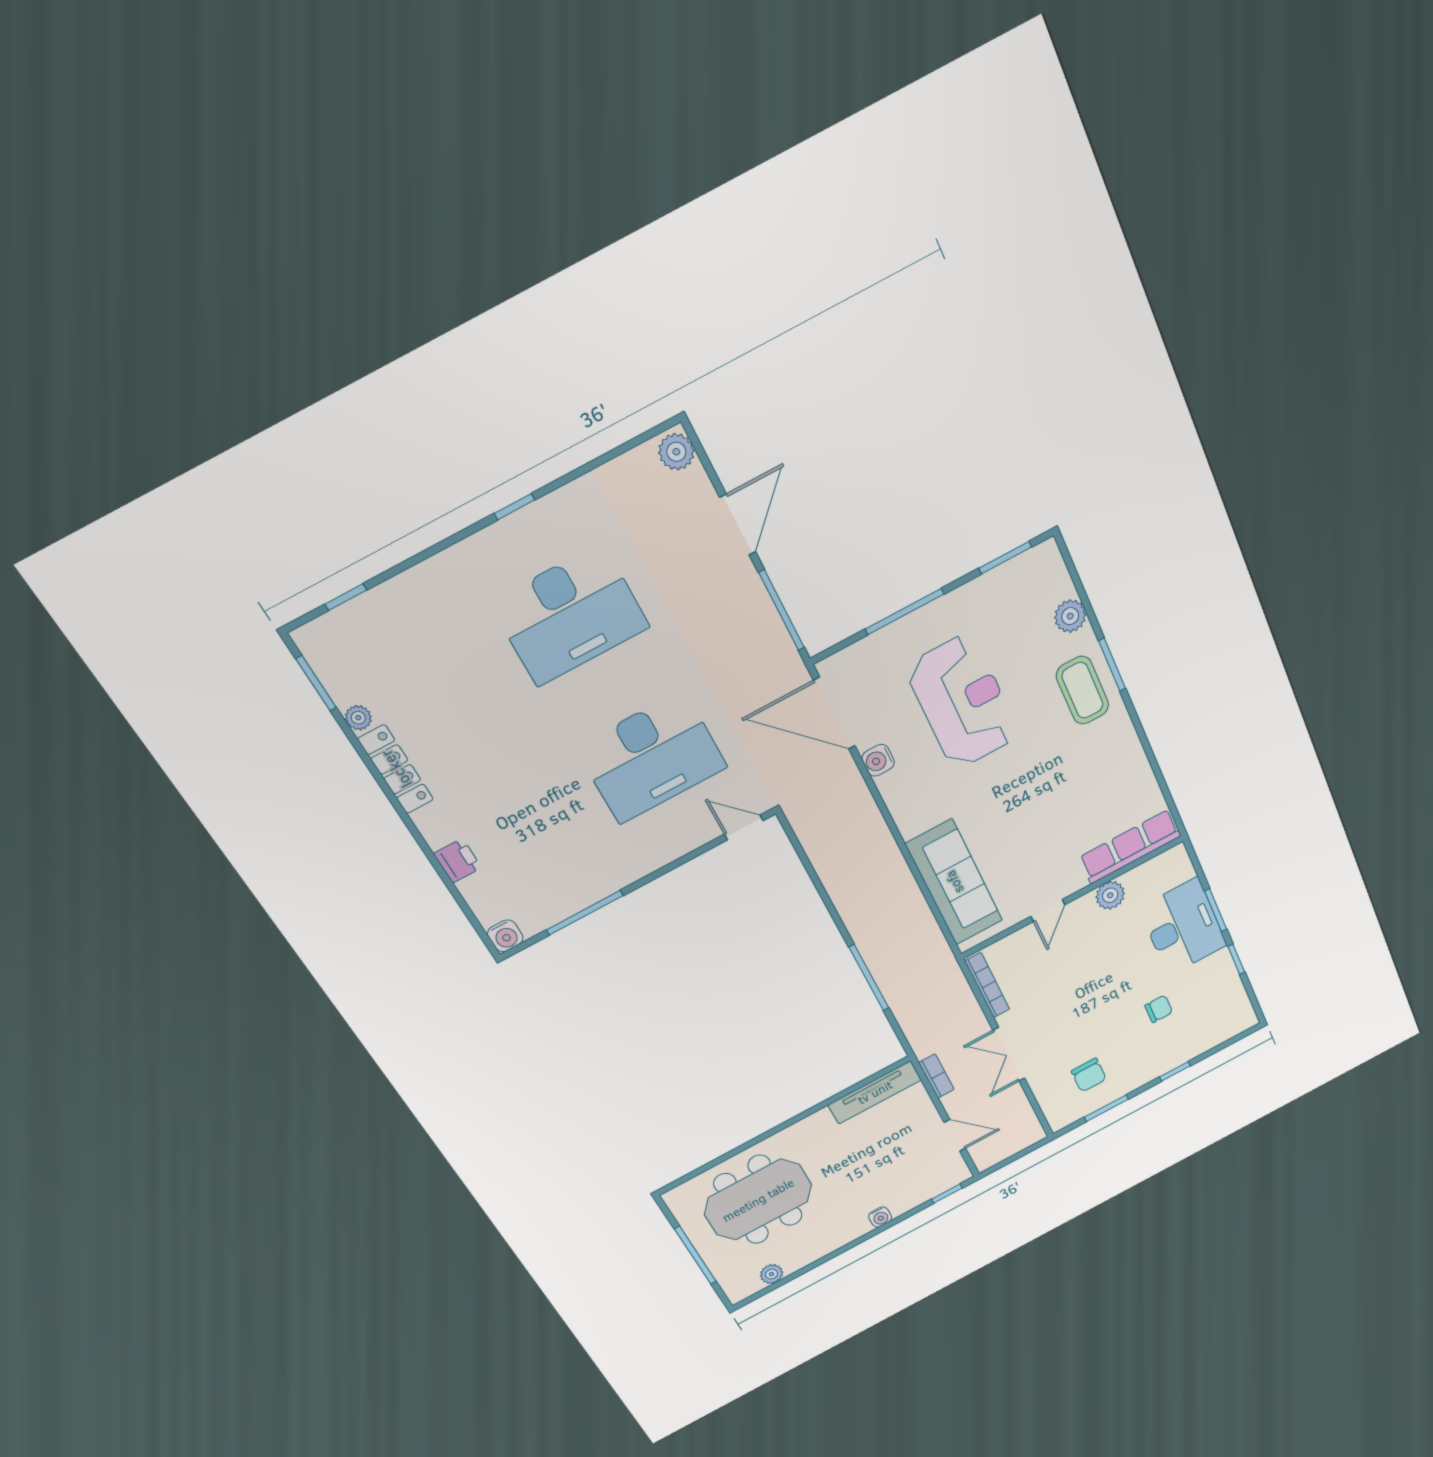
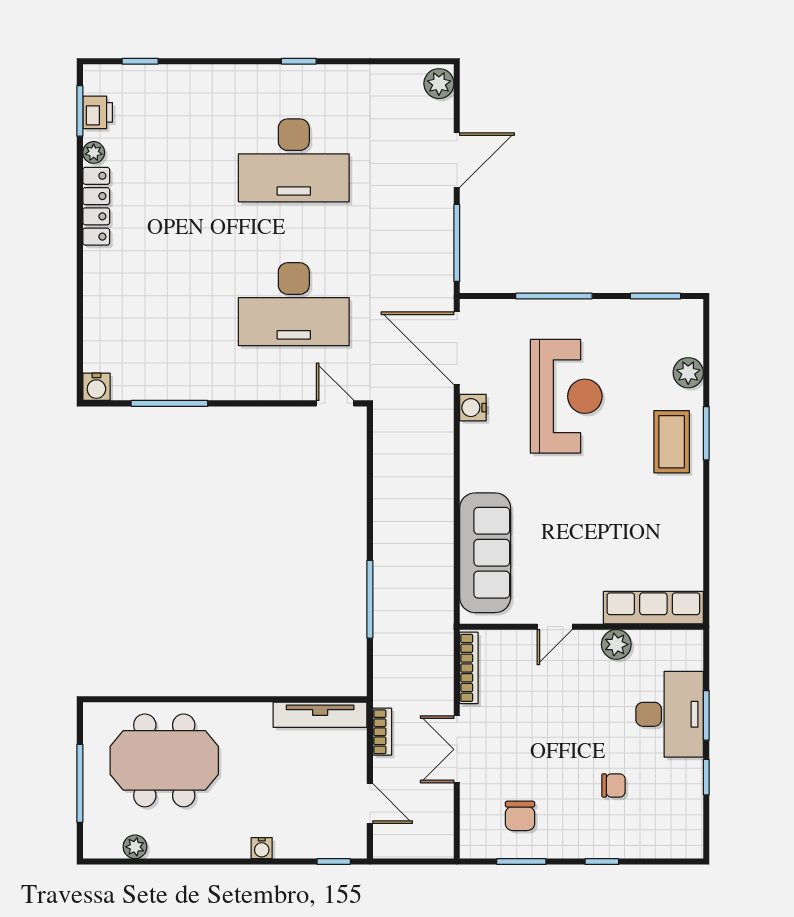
printer: (458, 861) -> (98, 112), moved

